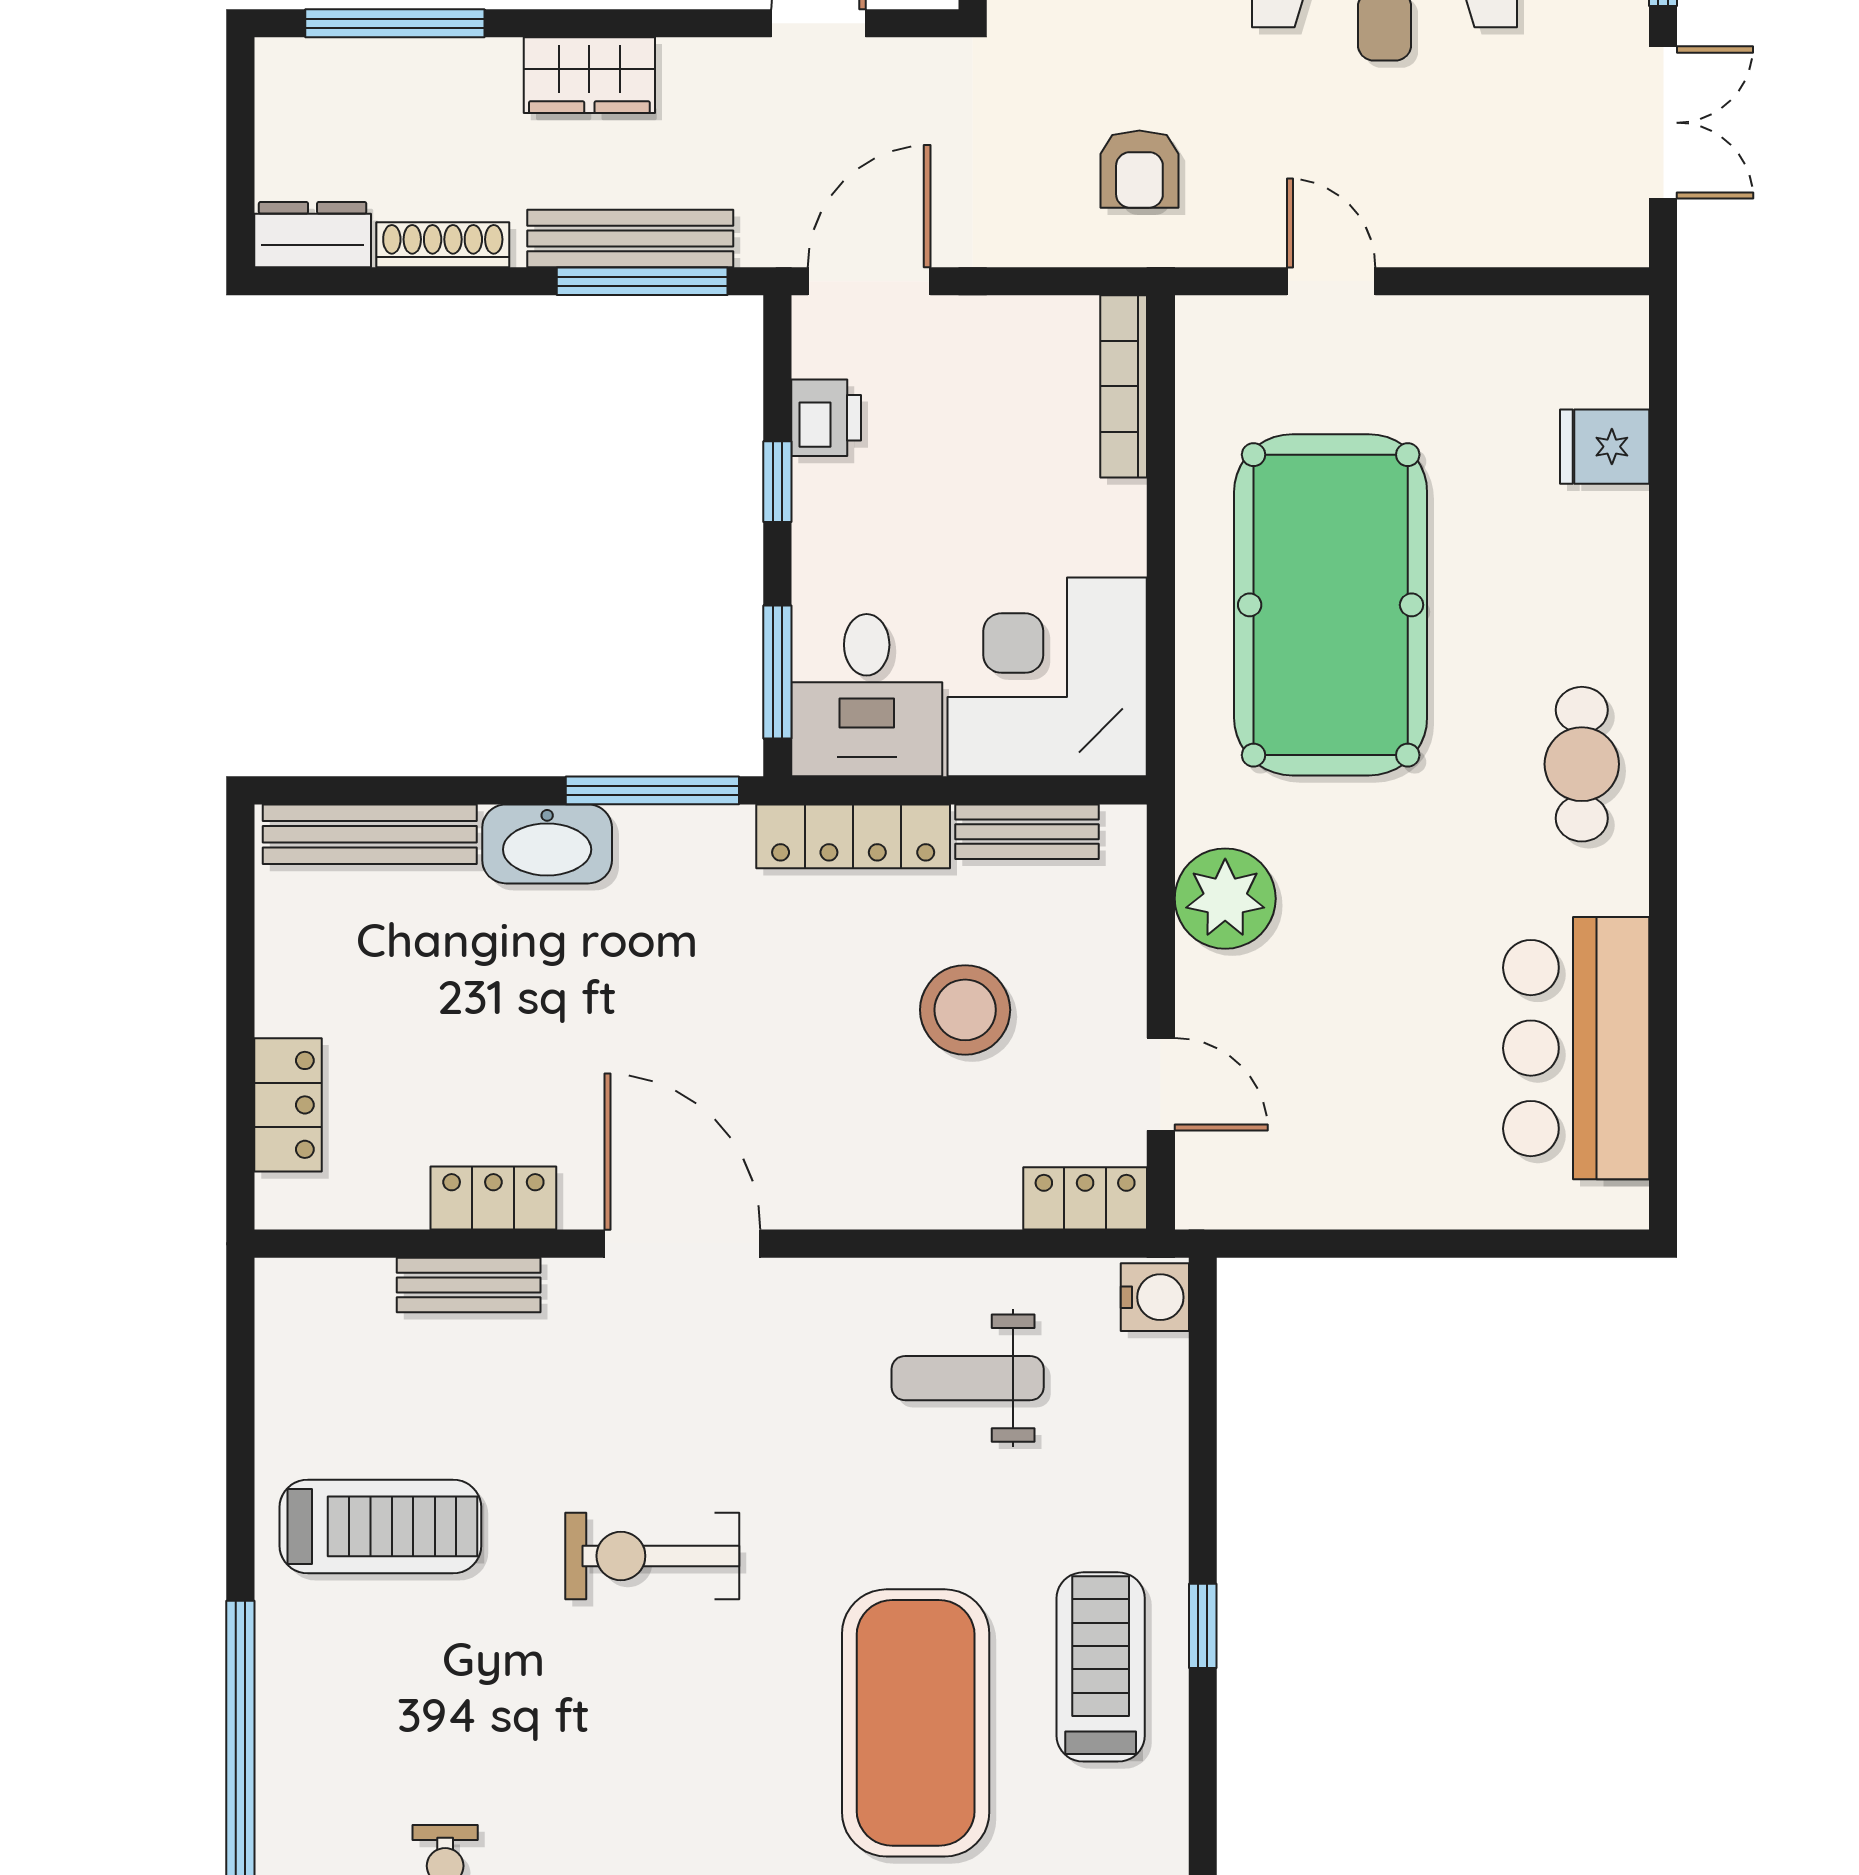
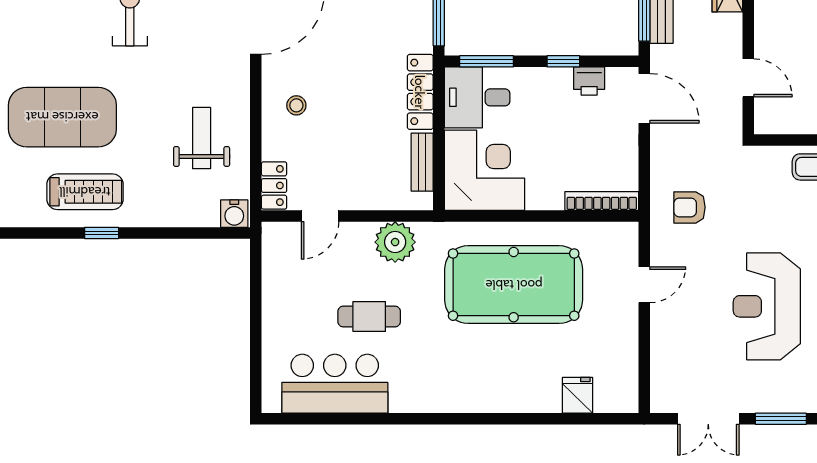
cafe table: (1582, 764) -> (369, 316), moved
stool: (965, 1010) -> (296, 105), moved, width x0.53, depth x0.53

